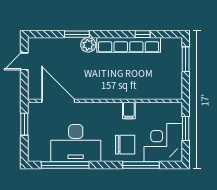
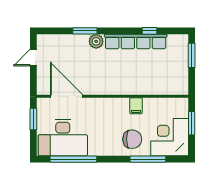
desk: (76, 143) -> (63, 138), moved

